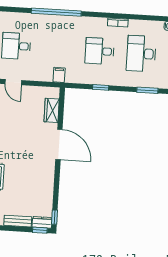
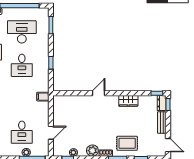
desk: (141, 54) -> (22, 32), turned 180
wardrobe: (52, 110) -> (128, 101), moved
door: (59, 144) -> (99, 93), width x0.53

